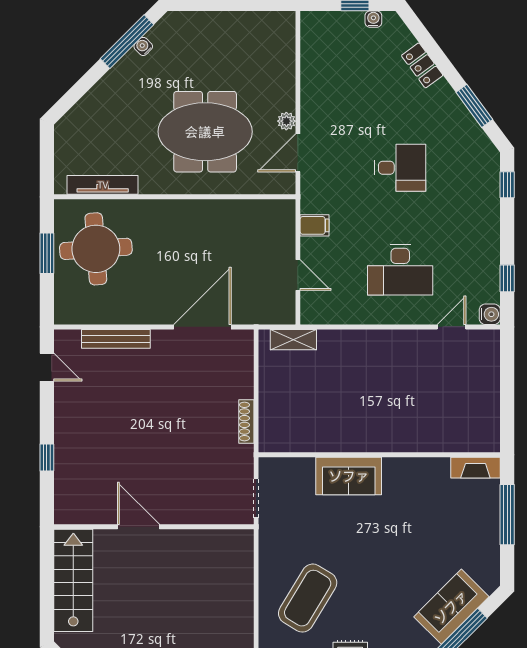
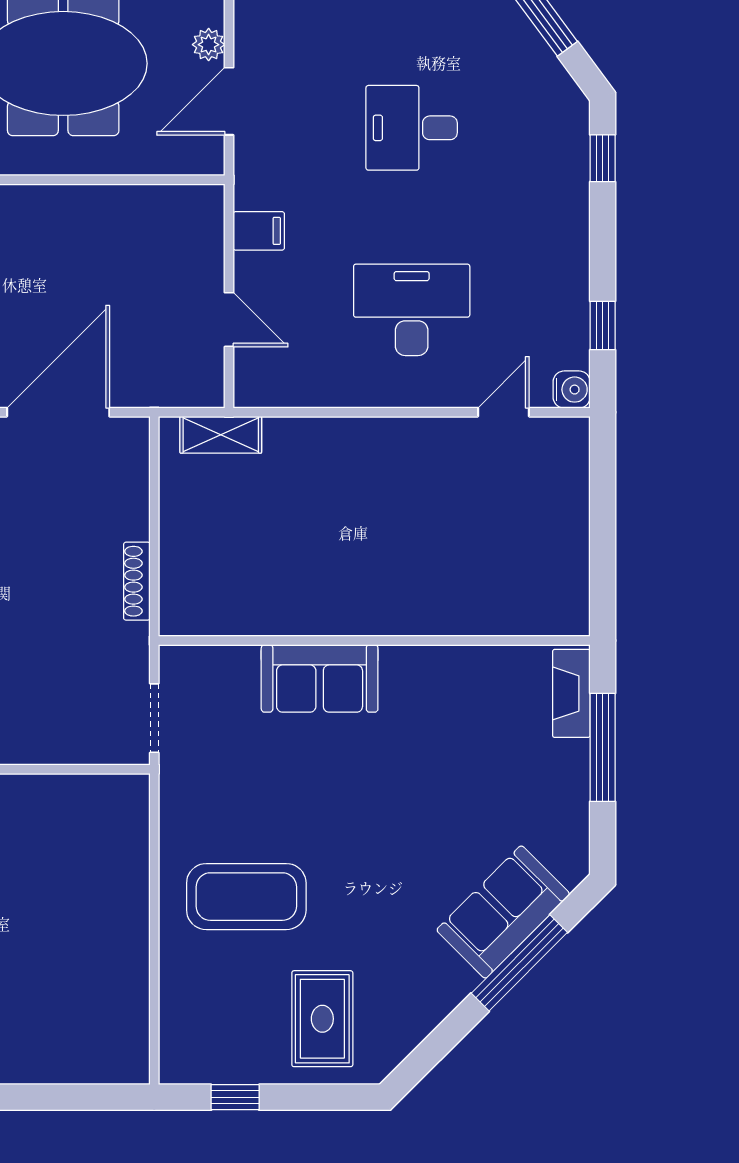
desk: (400, 168) -> (412, 128), turned 180
desk: (400, 270) -> (412, 310), turned 180
fireplace: (475, 468) -> (571, 693), moved, turned 90
coffee table: (308, 598) -> (246, 897), turned 59

